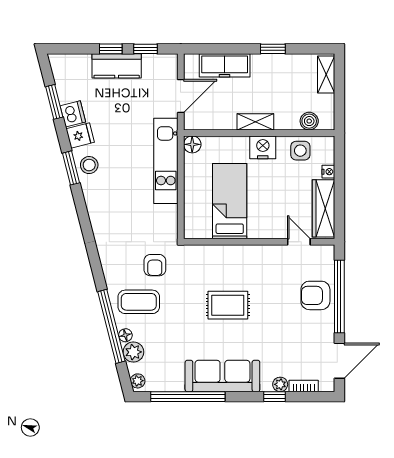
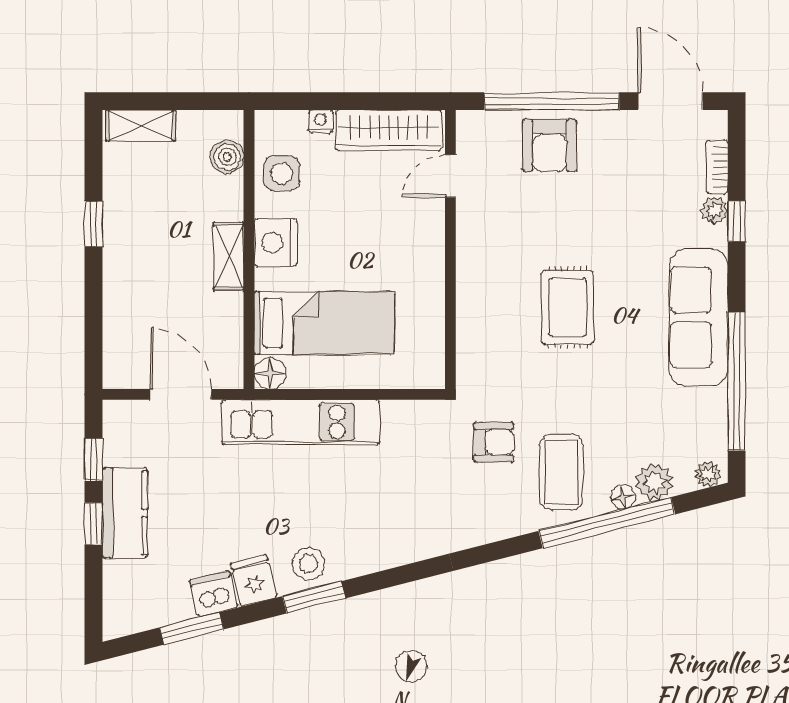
freezer: (225, 65) -> (124, 313), removed
bed: (230, 201) -> (324, 323), moved, turned 180

